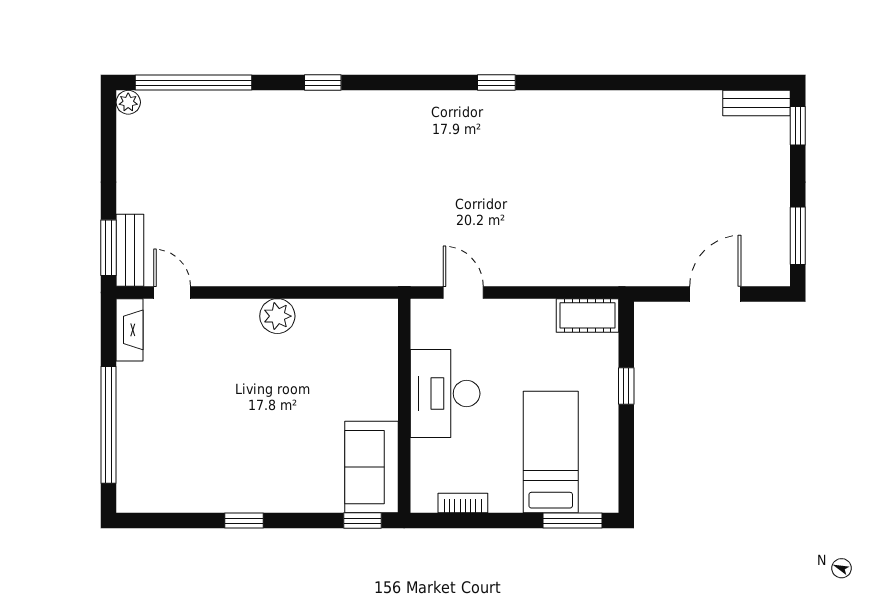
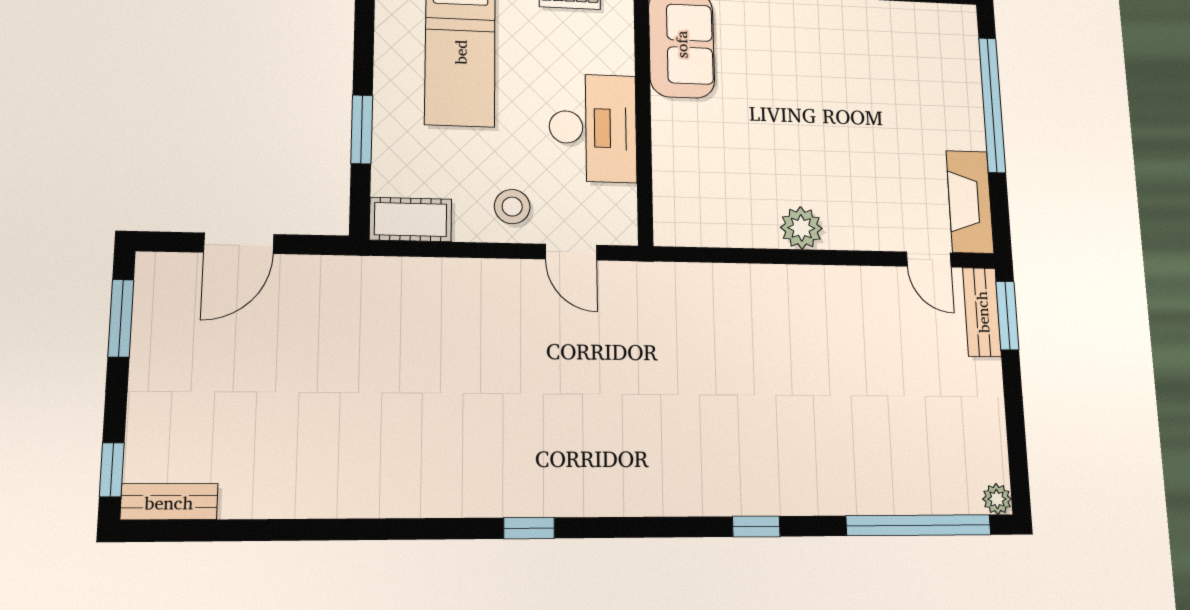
stool: (509, 328) -> (512, 207), added
fireplace: (130, 330) -> (970, 202), width x1.37, depth x1.32
window: (626, 386) -> (362, 129), width x1.50

